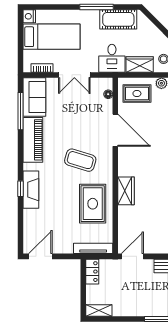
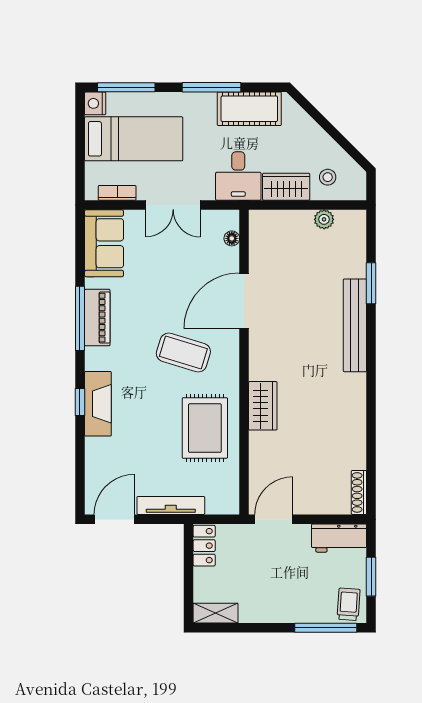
window: (47, 7) -> (126, 87), added
rug: (137, 94) -> (282, 237), removed
window: (21, 111) -> (80, 318), moved
door: (115, 130) -> (244, 301), swing flipped
piano: (33, 140) -> (97, 318), width x0.73, depth x0.75
tv unit: (93, 248) -> (171, 505), moved

